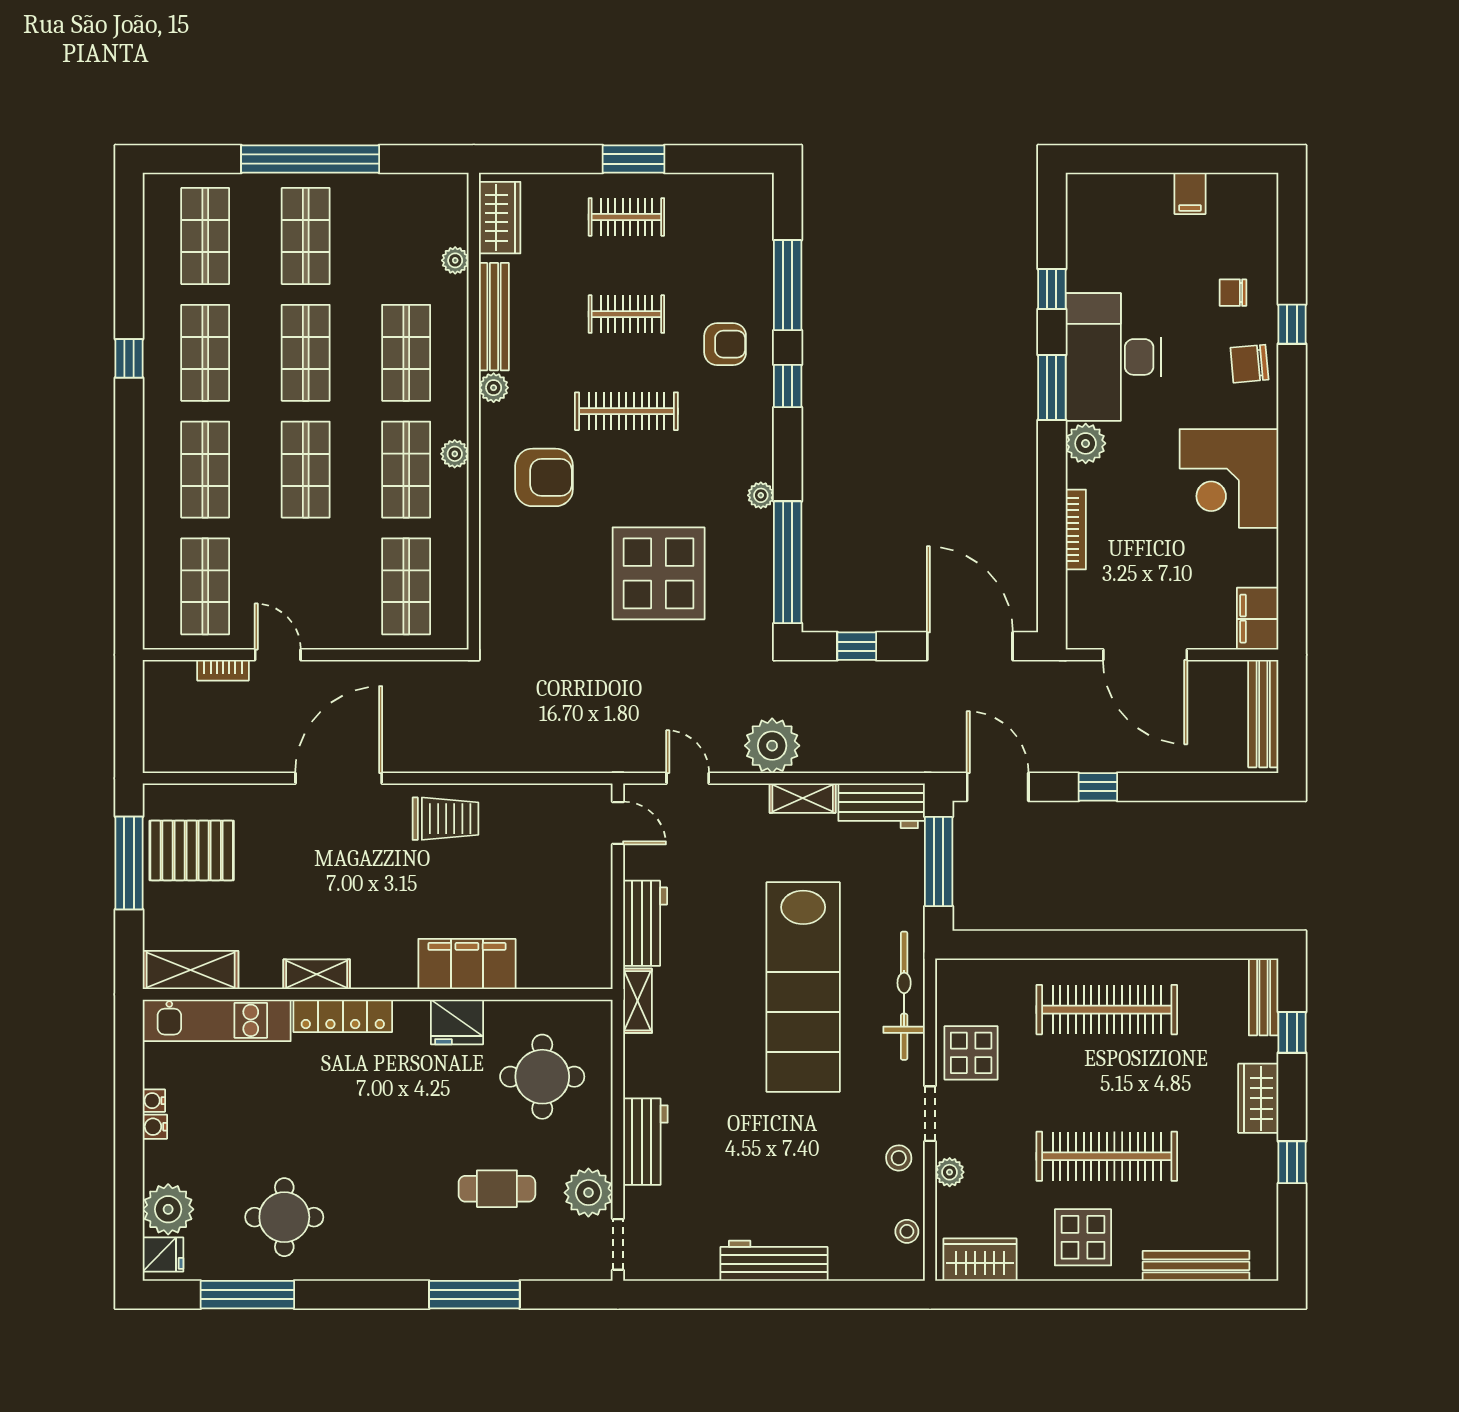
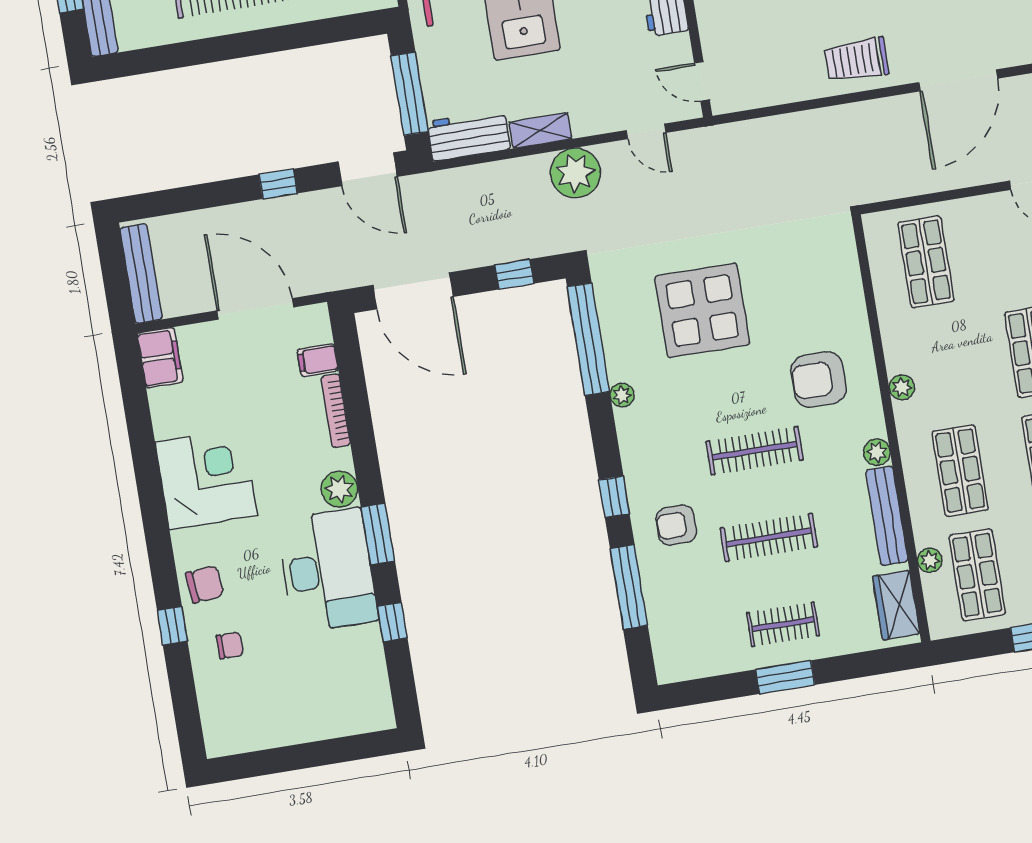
filing cabinet: (1190, 193) -> (318, 360), moved, turned -90
clothes rail: (626, 314) -> (769, 537), width x1.36
shop shelf: (406, 470) -> (977, 575), moved

